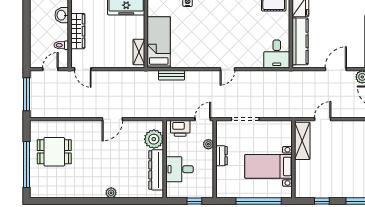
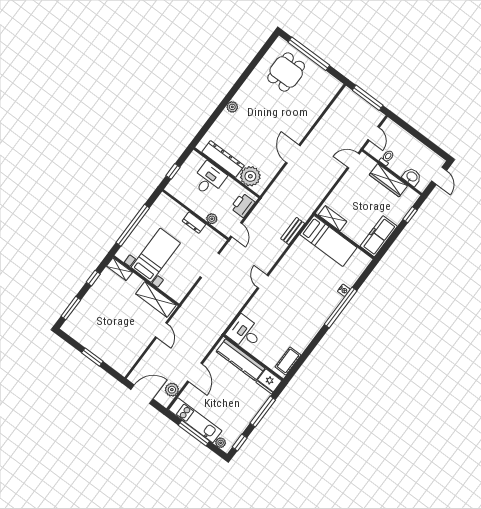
dining table: (54, 152) -> (286, 72), moved
shelving: (300, 186) -> (120, 269), added

